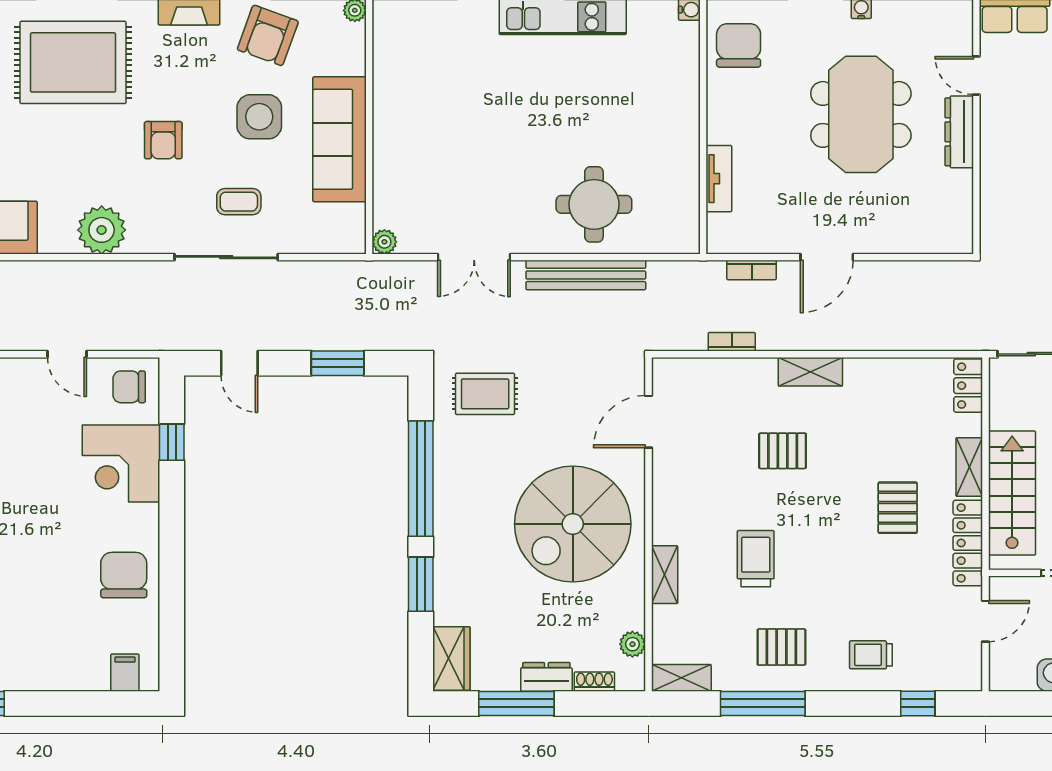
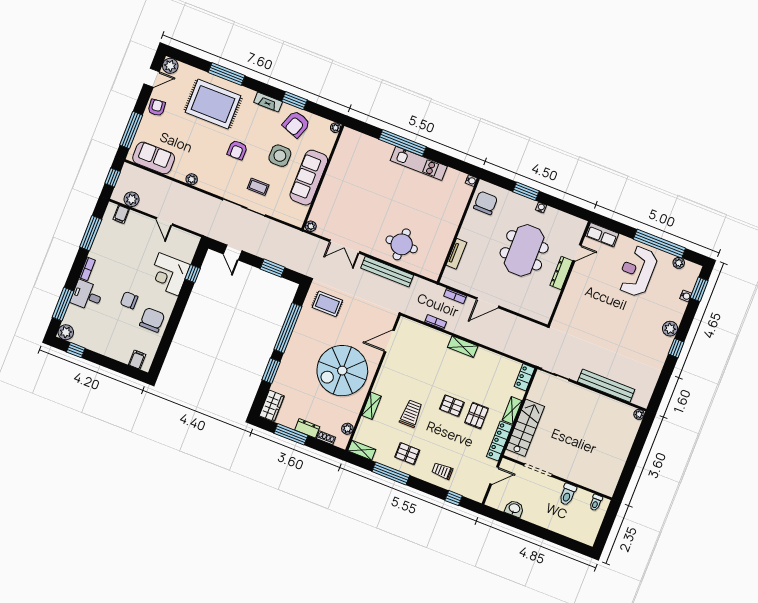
door: (976, 76) -> (577, 253), swing flipped
plant: (102, 230) -> (192, 179), width x0.53, depth x0.53
chair: (129, 387) -> (129, 300), moved
pallet: (783, 451) -> (452, 406), moved

